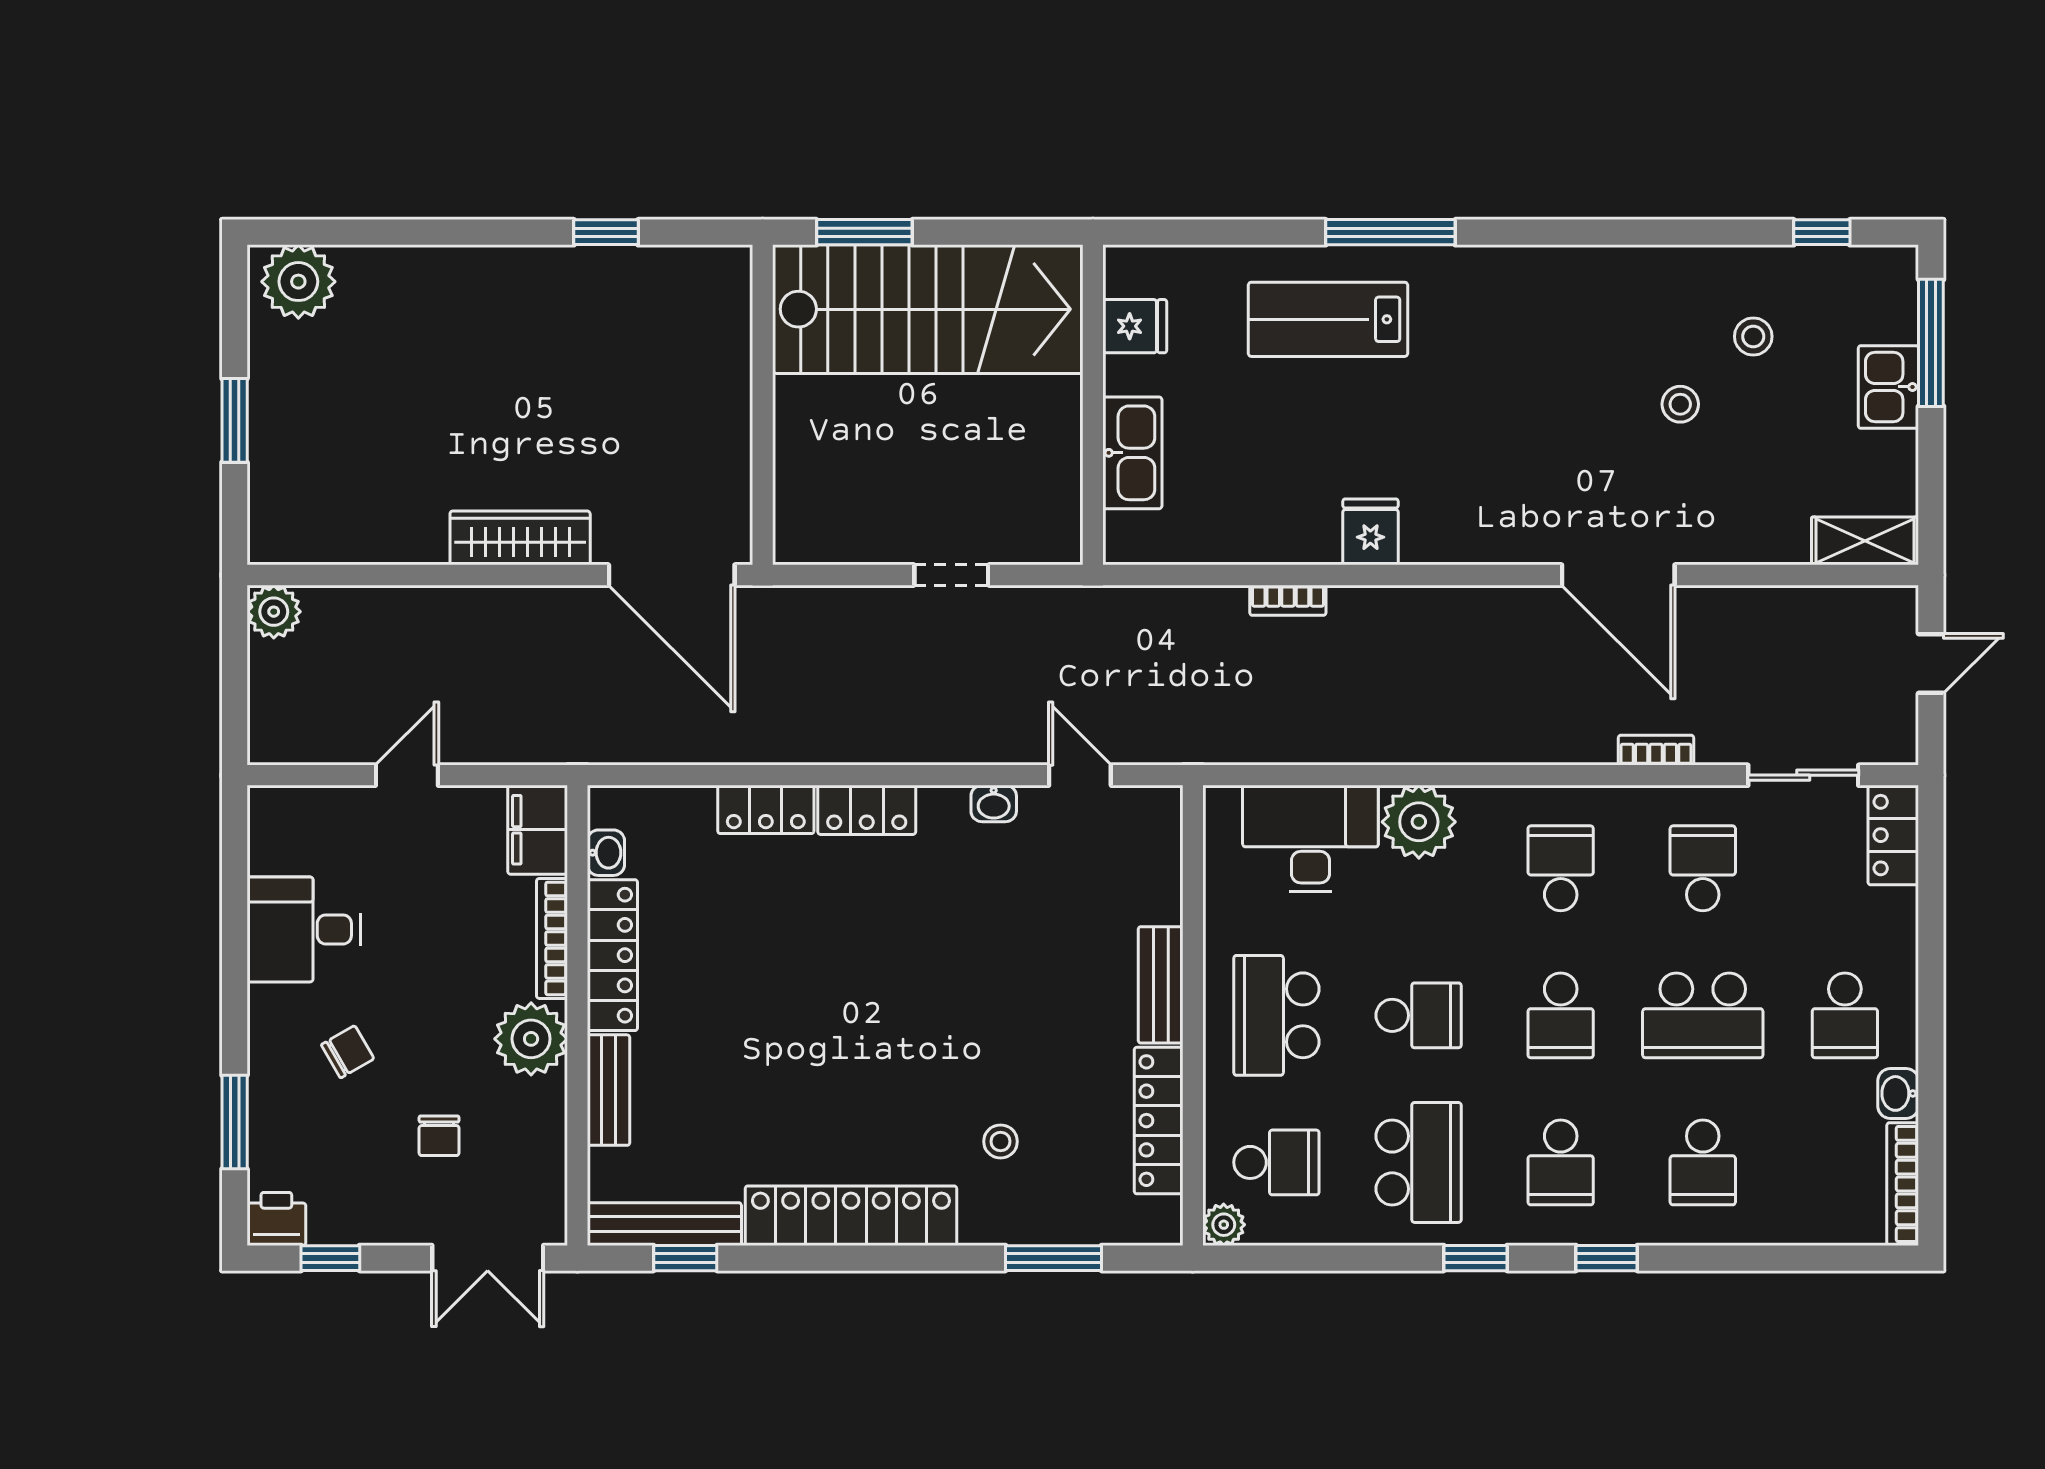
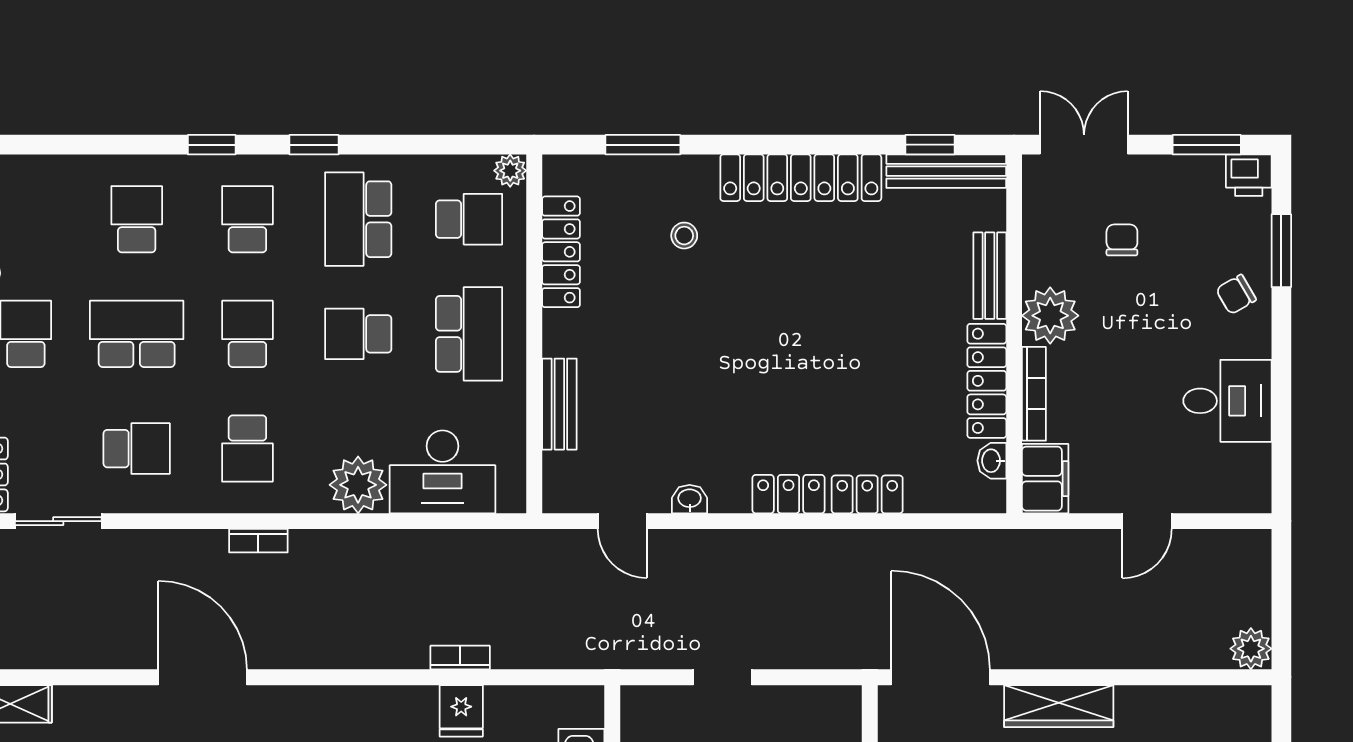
fridge: (1370, 532) -> (461, 711), moved
bookcase: (1656, 750) -> (258, 541), moved
school desk: (1703, 868) -> (137, 449), turned -90
bench: (1161, 985) -> (559, 404), moved
chair: (348, 1052) -> (1236, 294), moved
school desk: (1276, 1162) -> (469, 219), turned 180
window: (330, 1258) -> (1207, 145), width x1.50

